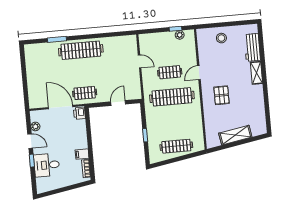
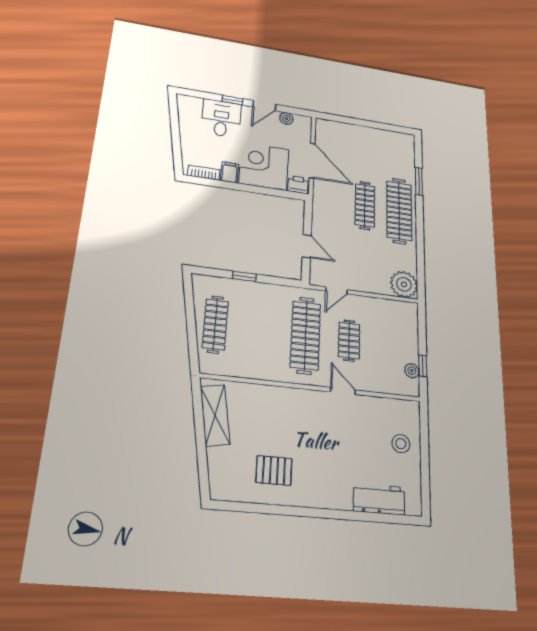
plant: (129, 43) -> (404, 284), added
door: (140, 61) -> (336, 290), moved
shelving: (256, 73) -> (331, 499), removed
clothes rail: (85, 93) -> (365, 205), moved, width x1.36
pallet: (222, 95) -> (274, 470), moved
door: (61, 107) -> (312, 161), hinge flipped
corner desk: (73, 135) -> (264, 166), added
shelving: (235, 135) -> (215, 415), moved

